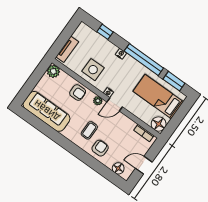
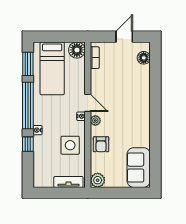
window: (105, 32) -> (28, 144), moved
armchair: (78, 92) -> (101, 144), turned 180
sofa: (46, 111) -> (139, 168), width x0.73
coffee table: (89, 130) -> (128, 109), removed
armchair: (100, 148) -> (137, 88), removed
door: (144, 165) -> (124, 37), swing flipped

